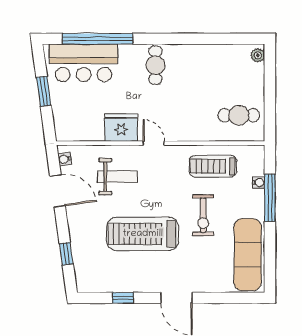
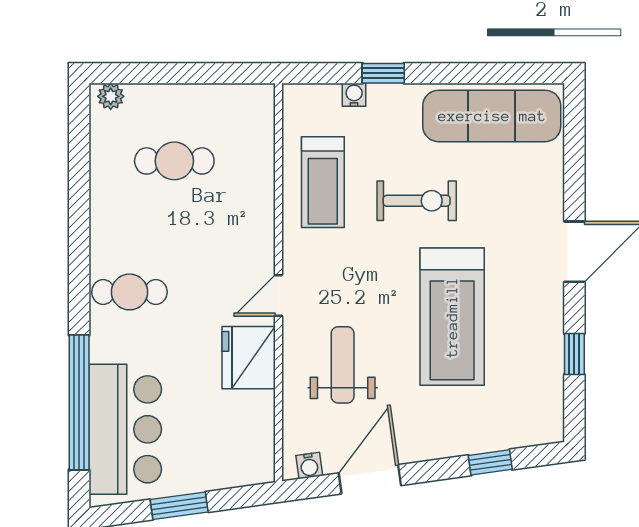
cafe table: (239, 115) -> (174, 161), moved, turned 90
window: (270, 198) -> (383, 73), width x0.46

